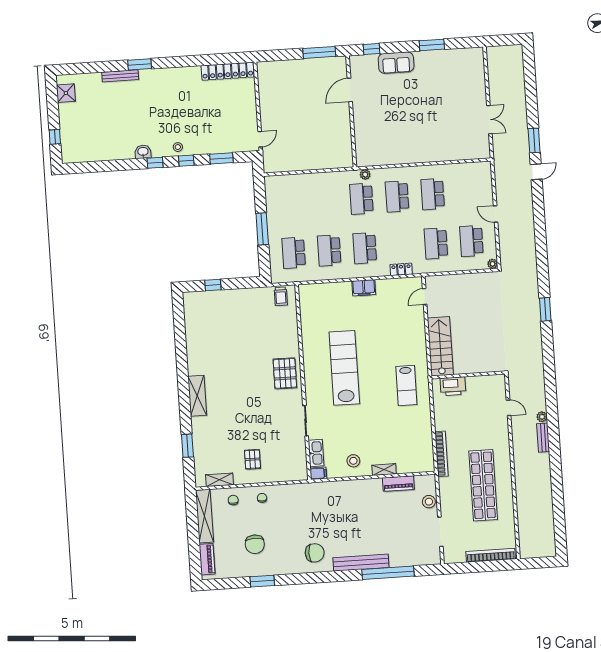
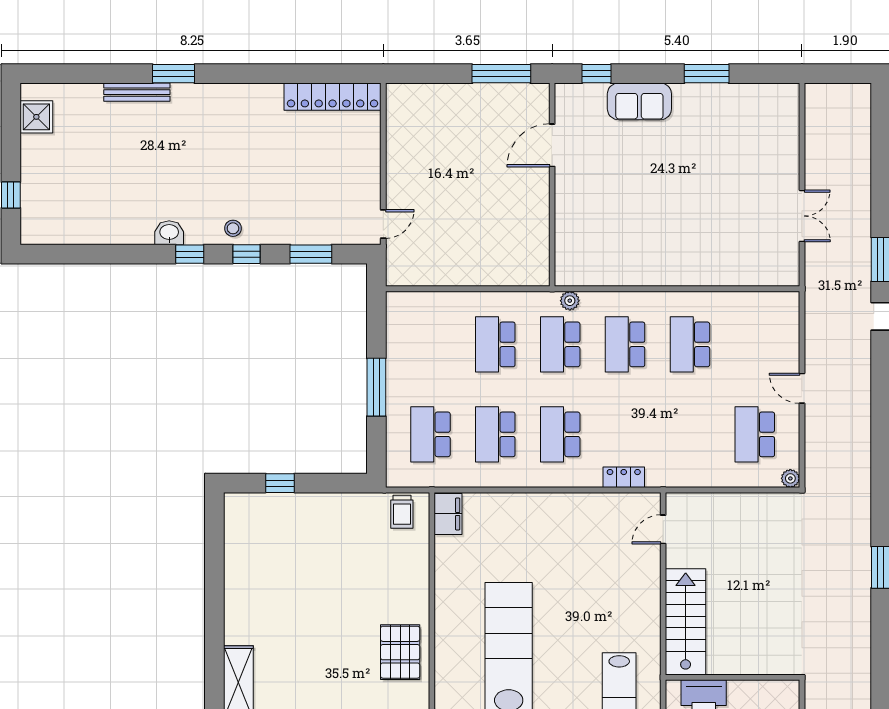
school desk: (436, 243) -> (495, 344), moved
filing cabinet: (364, 288) -> (448, 514), moved, turned -90

